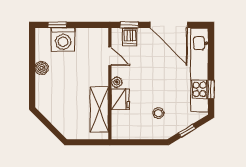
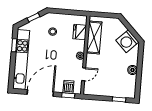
door: (169, 25) -> (40, 93), hinge flipped
washing machine: (63, 39) -> (127, 41), moved, turned -135
door: (110, 56) -> (84, 74), swing flipped
fridge: (120, 99) -> (80, 32), moved

